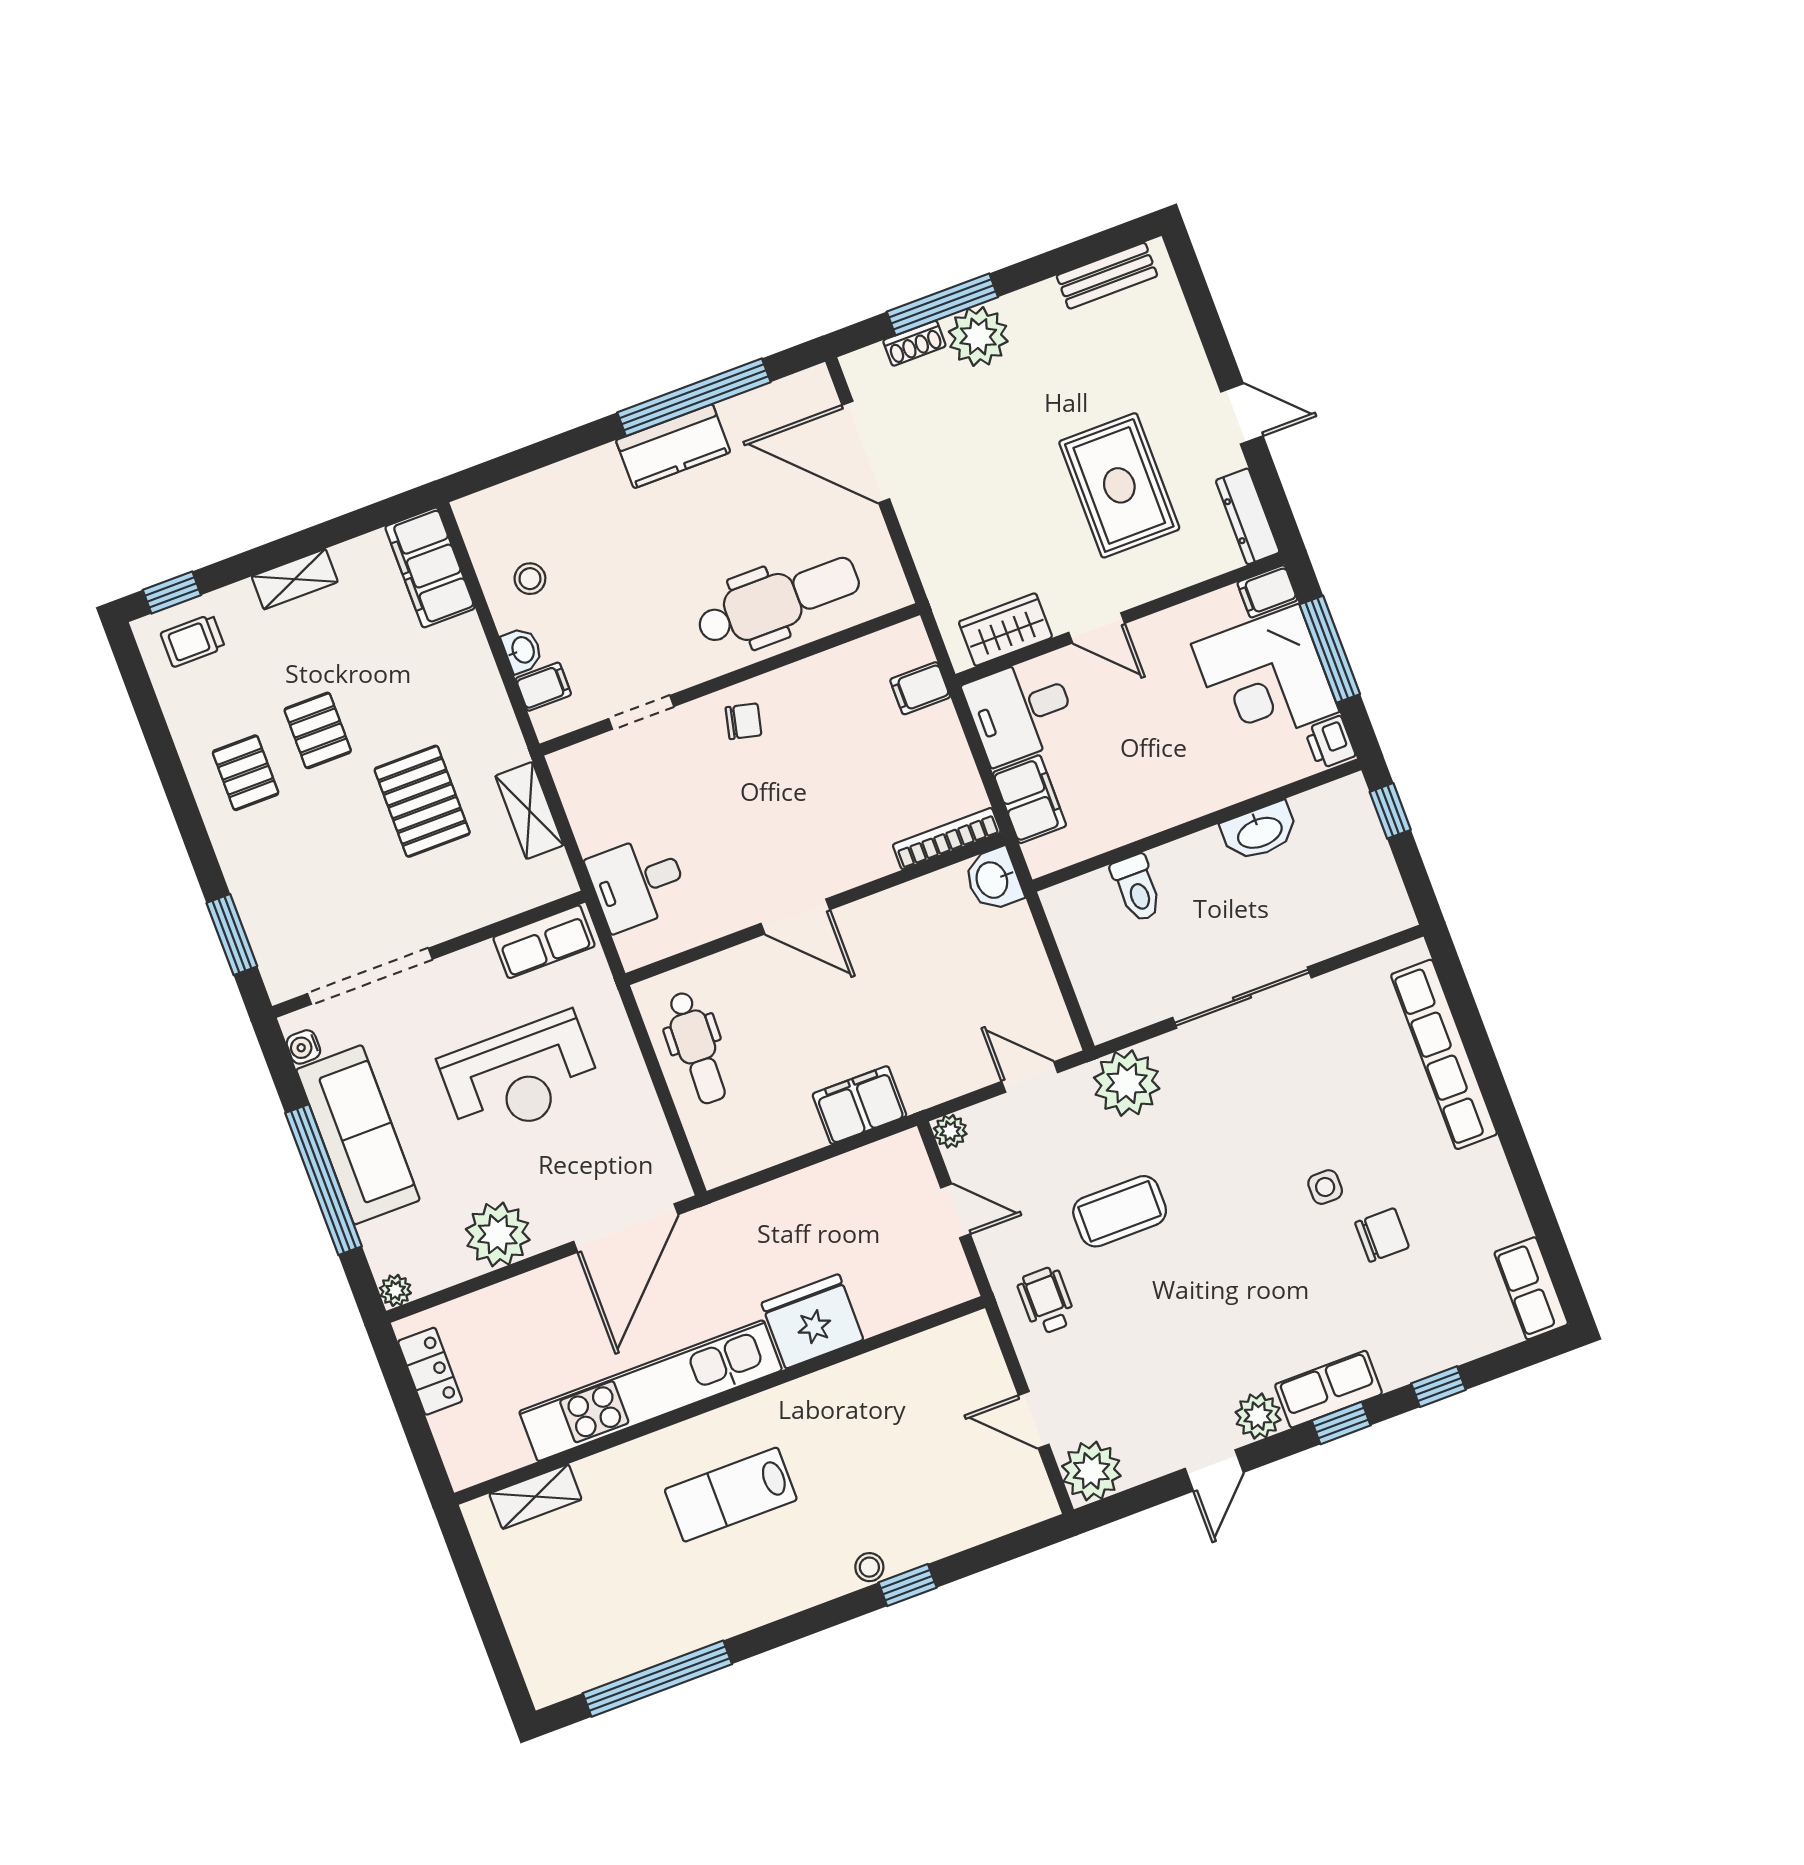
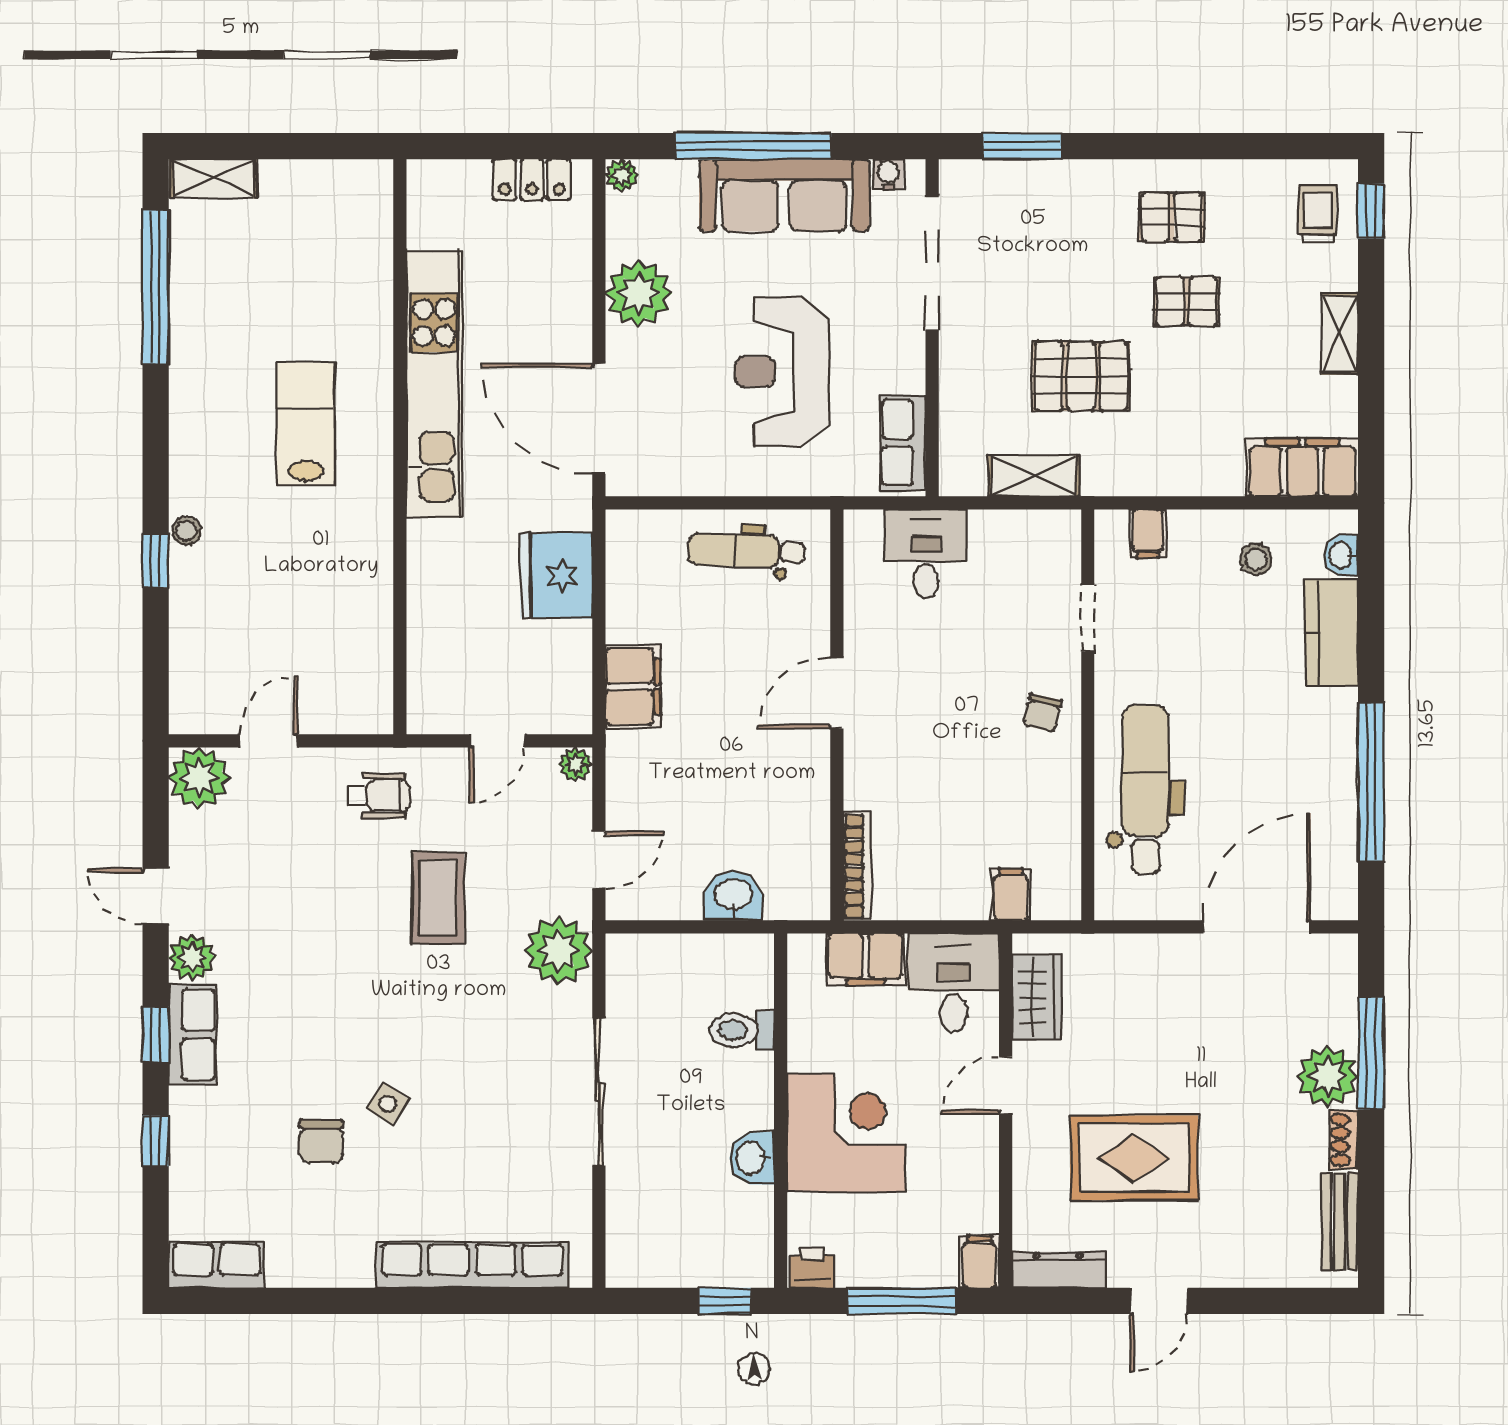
shoe rack: (914, 343) -> (1344, 1140), moved
kitchen counter: (673, 446) -> (1332, 633), moved
dental chair: (778, 601) -> (1145, 789), turned 180
washbasin: (522, 650) -> (1341, 555), moved, turned 90
corner desk: (1265, 678) -> (846, 1133), moved, turned 90
washbasin: (1259, 832) -> (752, 1158), width x0.72
washbasin: (993, 880) -> (733, 896), moved
side table: (1325, 1187) -> (388, 1104), turned 33
fridge: (812, 1321) -> (556, 576), moved, turned 180
shelving: (535, 1497) -> (213, 179), moved, turned 90

